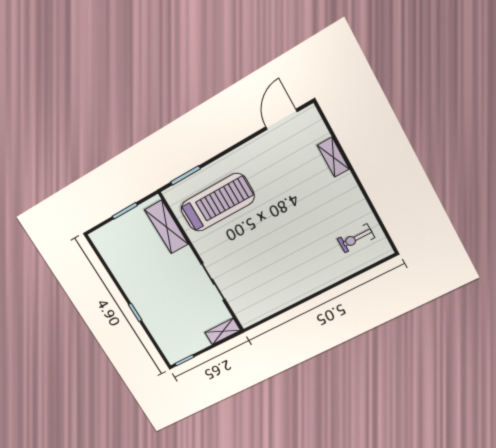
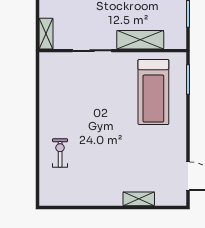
shelving: (166, 227) -> (140, 40), moved
exercise bike: (356, 238) -> (60, 153), moved

